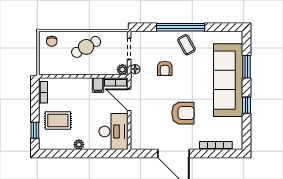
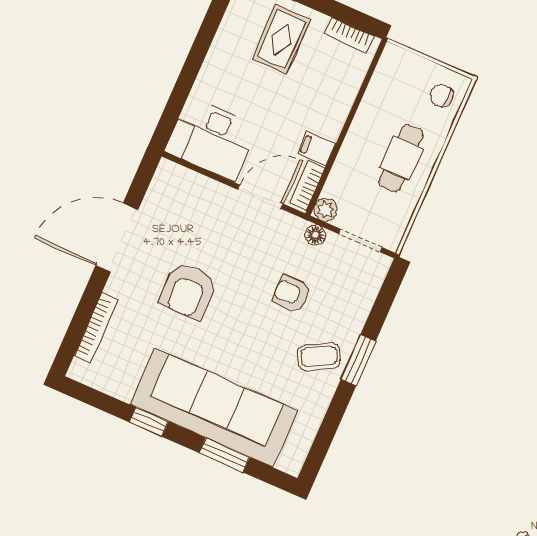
window: (181, 27) -> (358, 360), width x0.47
cafe table: (86, 47) -> (401, 158), turned 30
plant: (79, 145) -> (216, 60), removed

